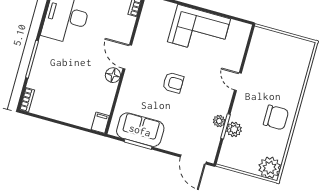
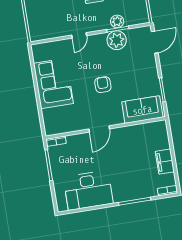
floor lamp: (113, 75) -> (118, 134), removed
plant: (219, 121) -> (117, 40), width x1.87, depth x1.87
filing cabinet: (100, 123) -> (165, 162), moved, width x2.00
sofa: (140, 130) -> (142, 110), moved, turned 90

